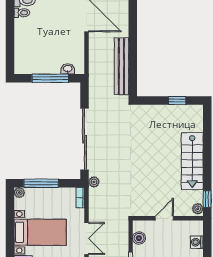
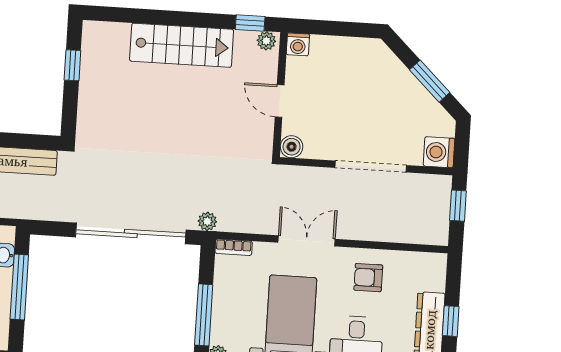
boiler: (139, 238) -> (292, 147), moved
washing machine: (197, 242) -> (298, 44), moved

